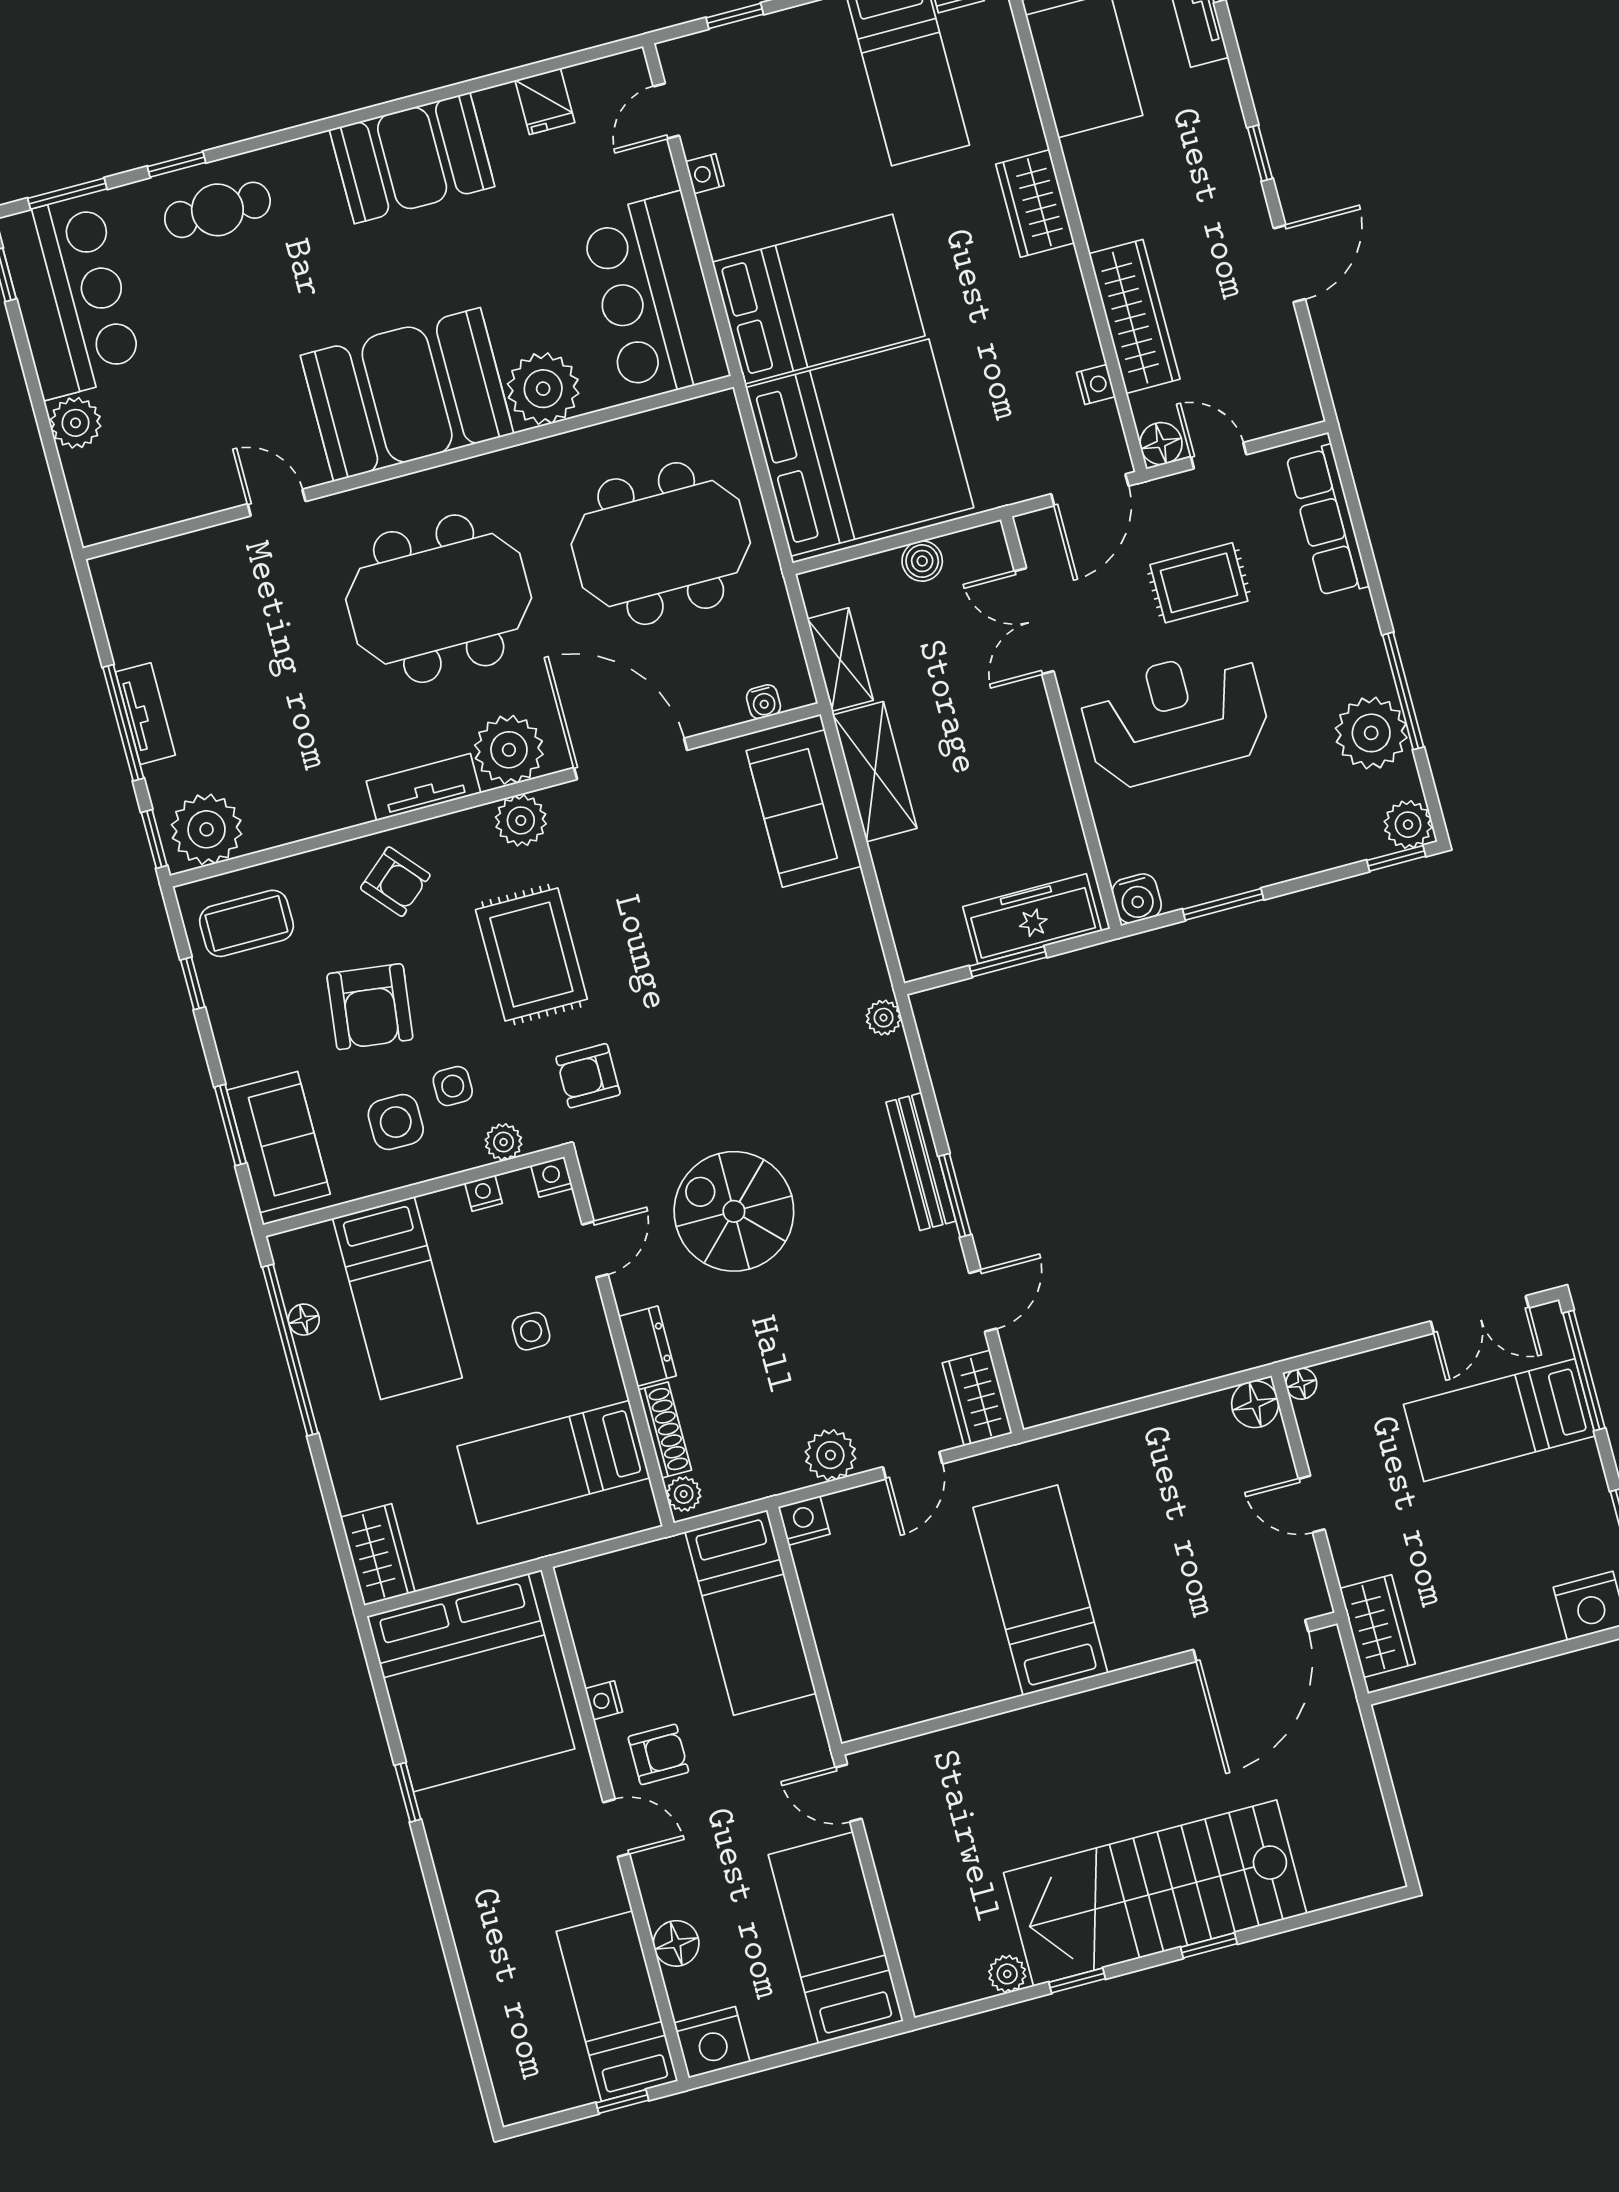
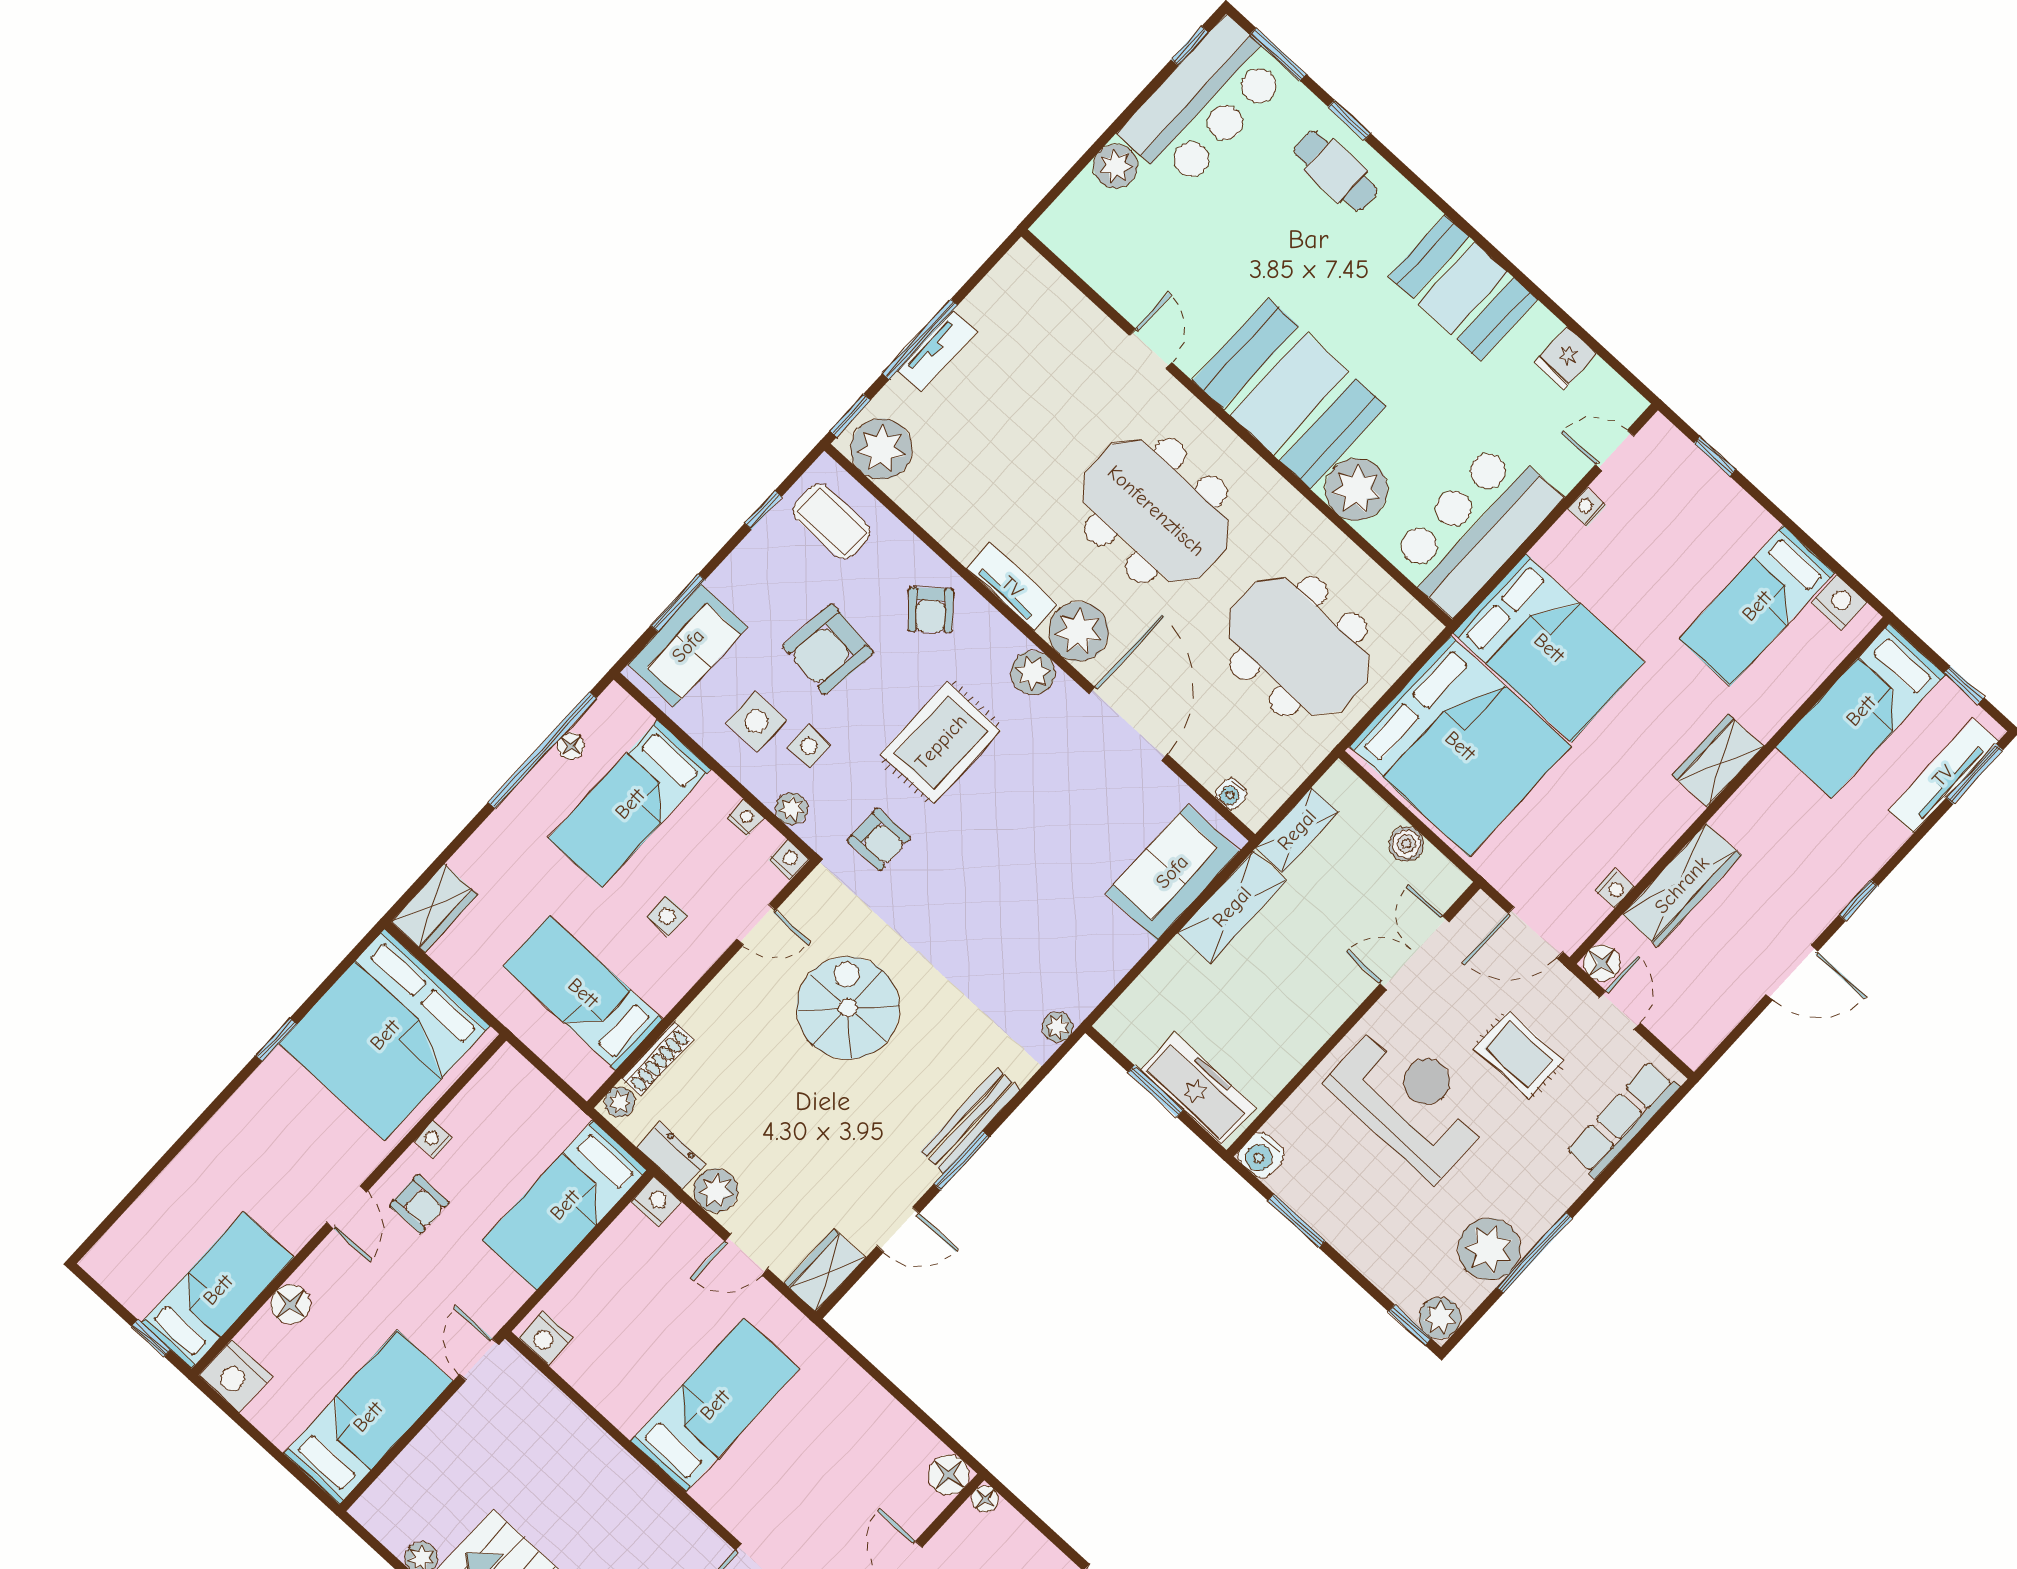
armchair: (588, 1076) -> (879, 839), turned 180
dresser: (647, 1346) -> (671, 1156), moved, turned -90
nightstand: (869, 1714) -> (545, 1338), added

